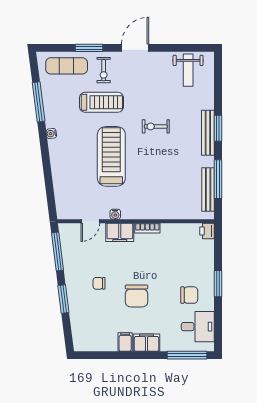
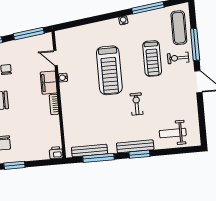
window: (89, 48) -> (195, 44), width x1.44
weight bench: (188, 70) -> (173, 133), moved
treadmill: (111, 156) -> (109, 70), turned 90

